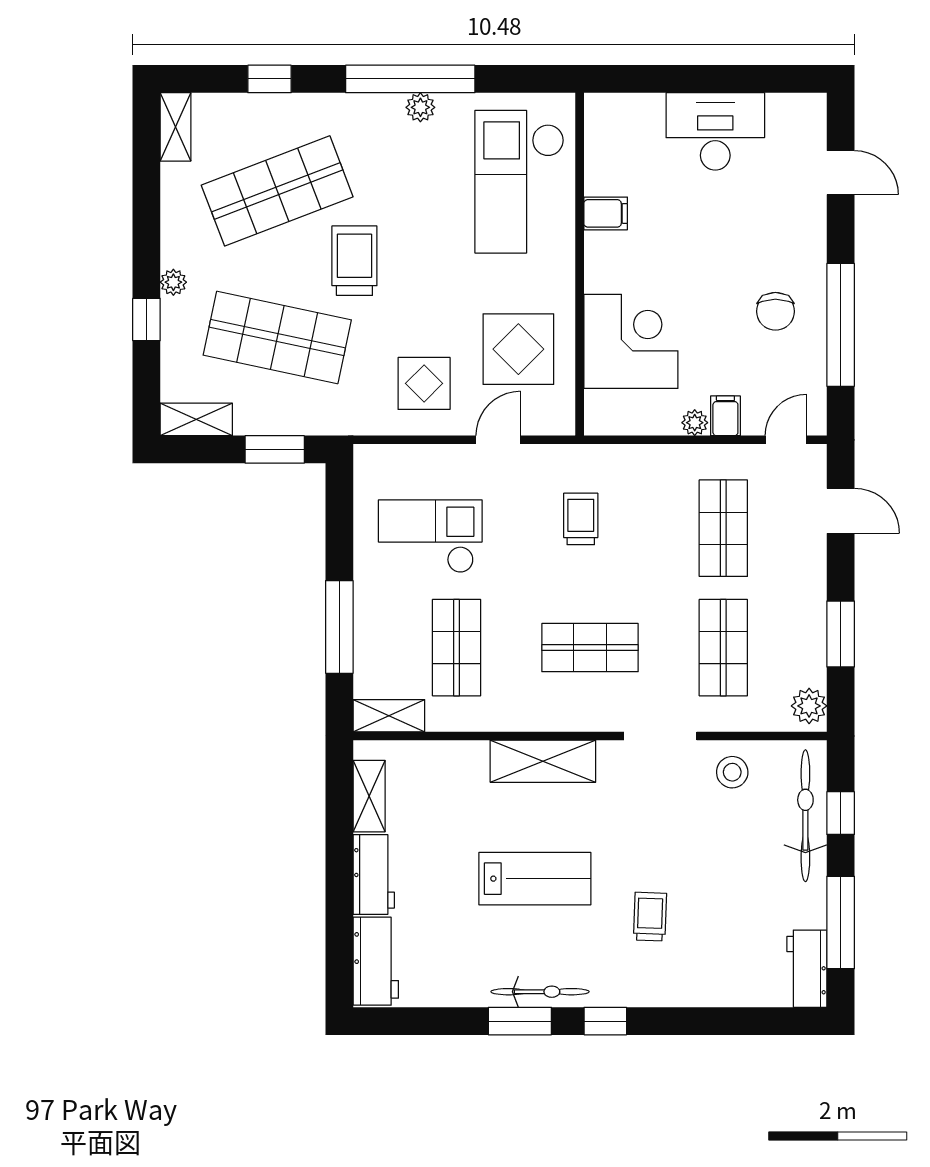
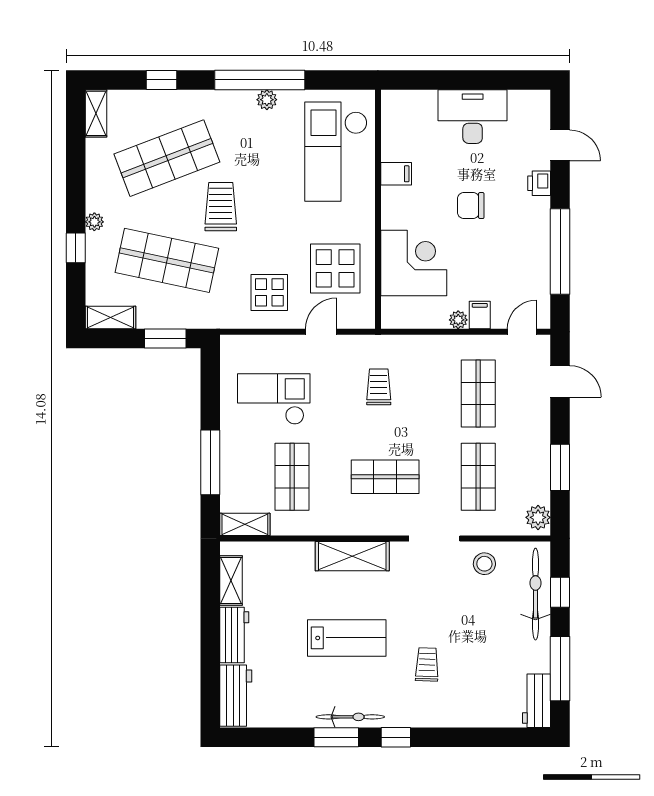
printer: (811, 227) -> (539, 183), added
chair: (775, 311) -> (471, 206), moved, turned 90

